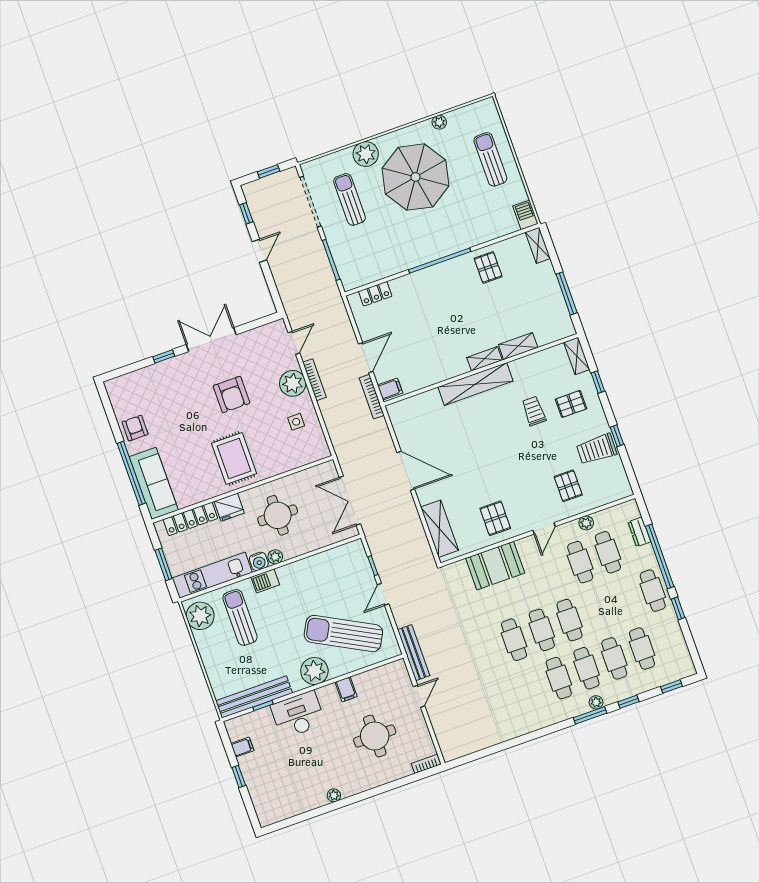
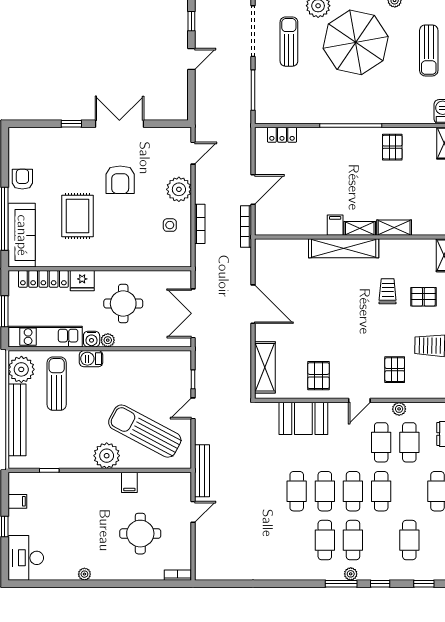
sun lounger: (490, 159) -> (429, 50), turned 180
bookcase: (314, 380) -> (200, 224), moved
filing cabinet: (390, 389) -> (335, 225), moved, turned -90
rug: (234, 458) -> (77, 216), moved
cafe table: (614, 658) -> (381, 491), moved
bench: (254, 697) -> (17, 420), moved, turned 90
desk: (298, 715) -> (26, 558), moved, turned -90

